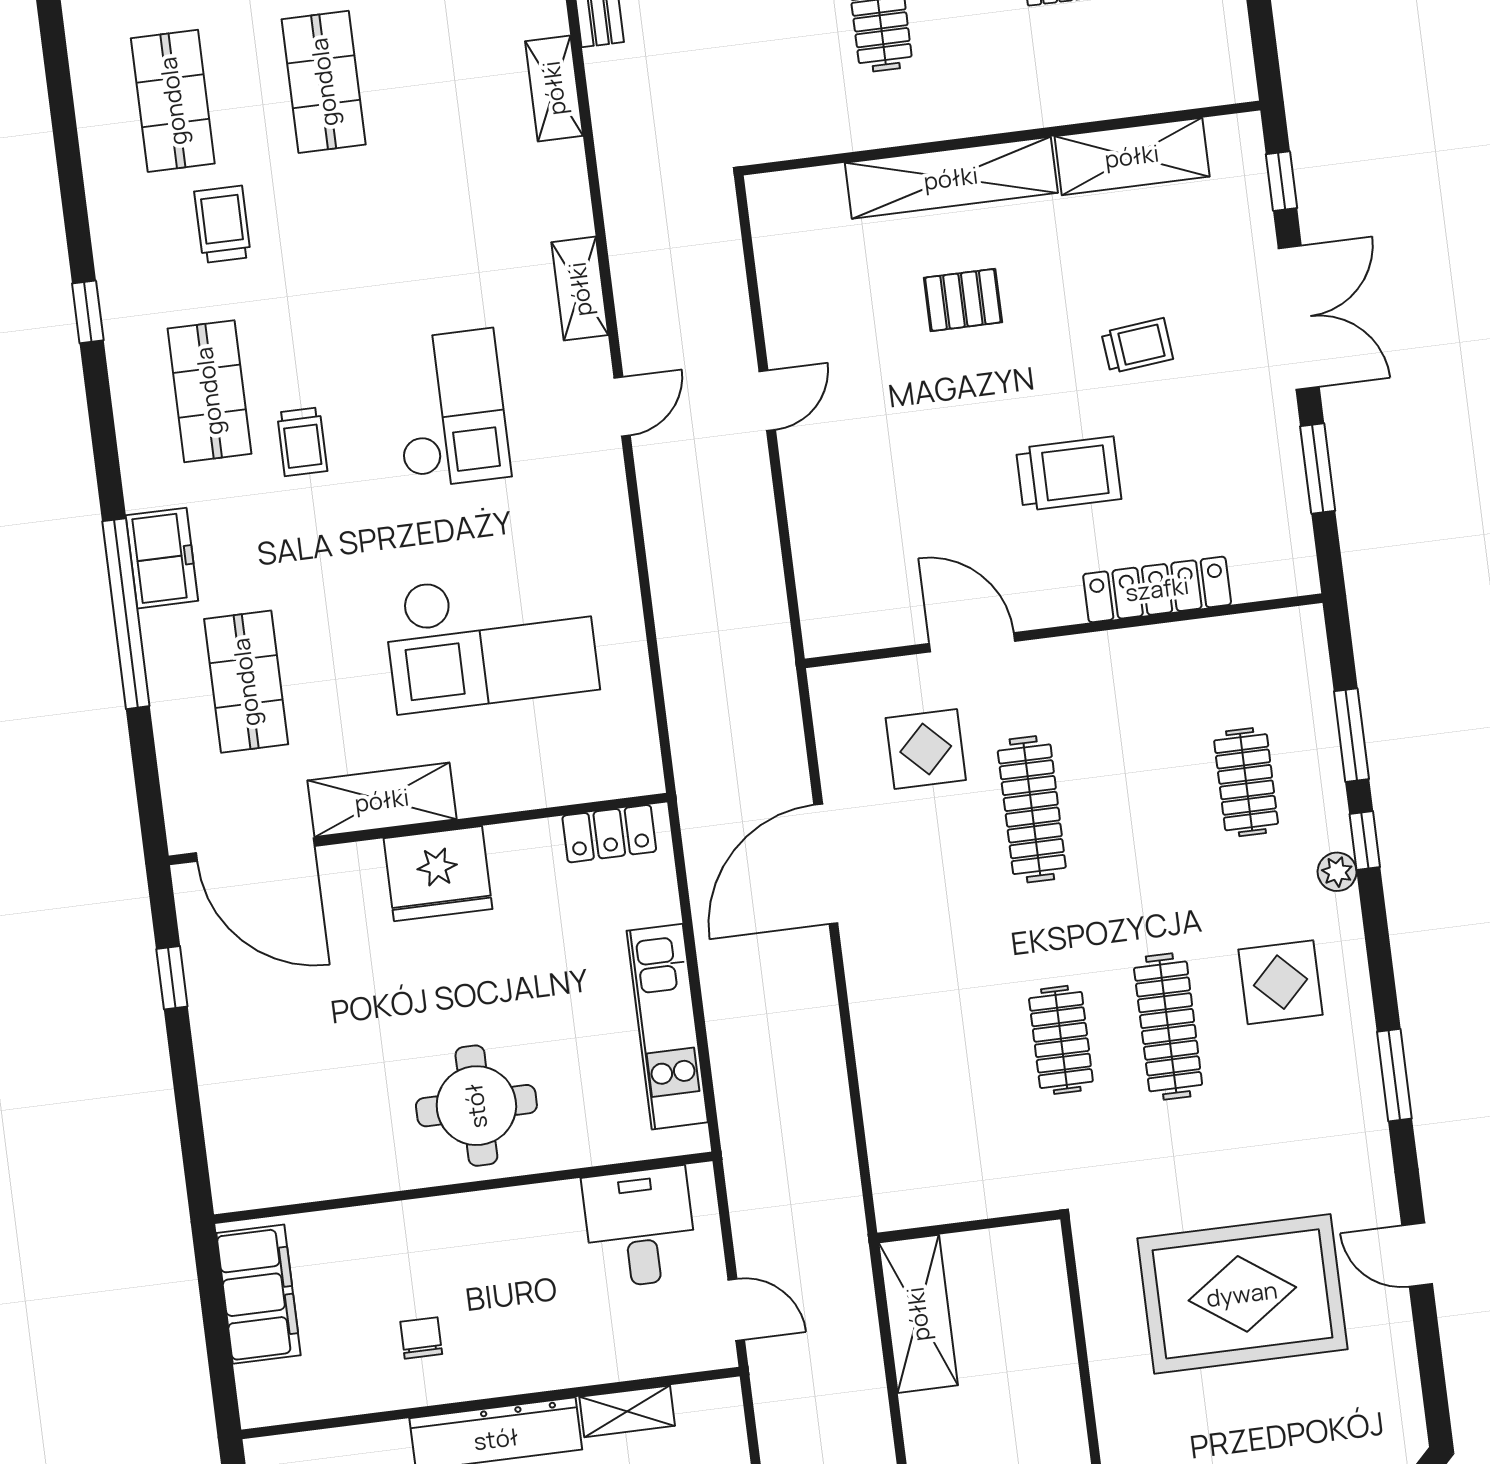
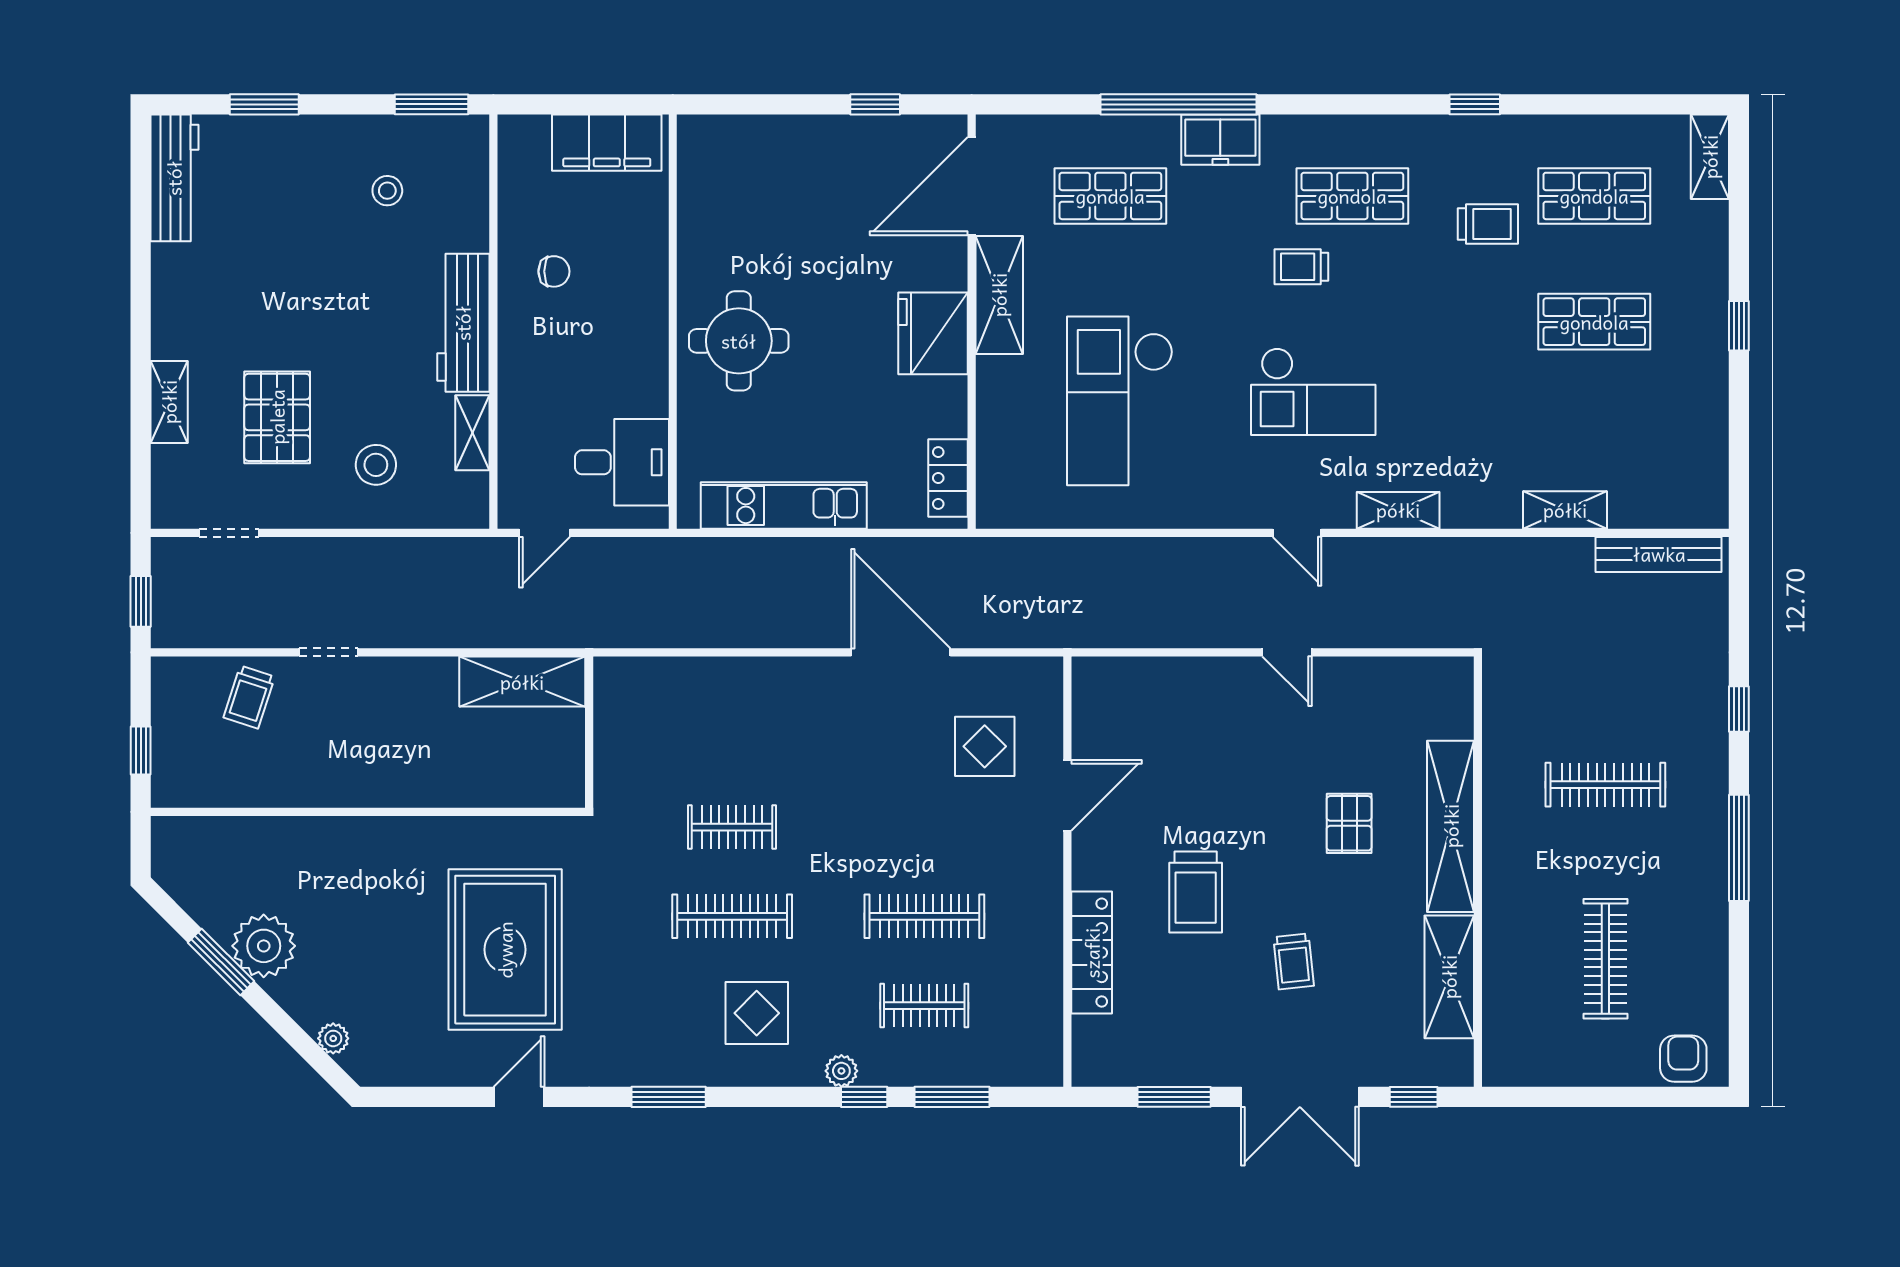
window: (88, 312) -> (1475, 104), moved
clothes rail: (1032, 809) -> (924, 916), moved

